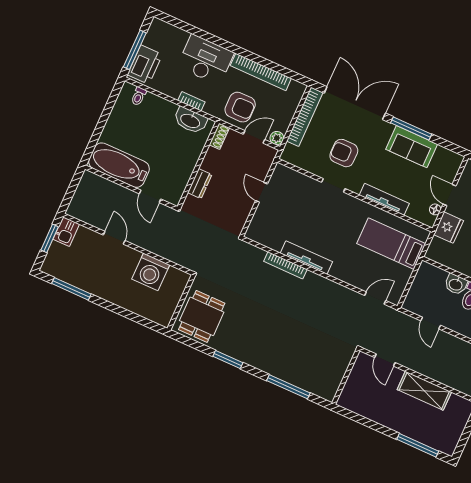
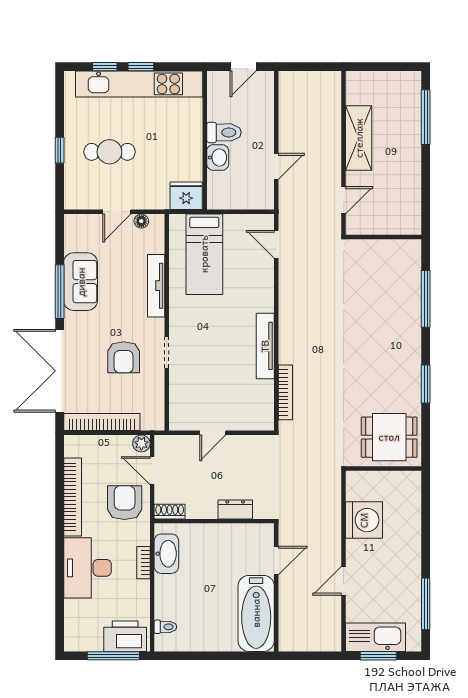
fridge: (449, 228) -> (186, 196), moved
kitchen sink: (66, 232) -> (376, 637), width x1.88, depth x1.24
bookcase: (285, 265) -> (285, 392), moved

